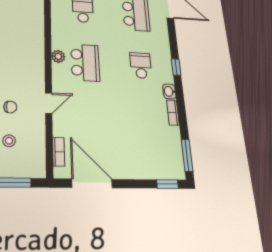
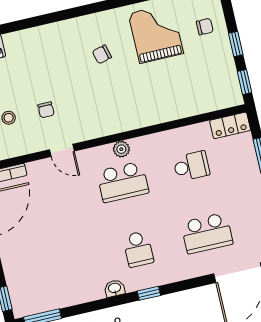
school desk: (141, 65) -> (138, 249), turned 90
bookcase: (173, 113) -> (89, 296), removed

